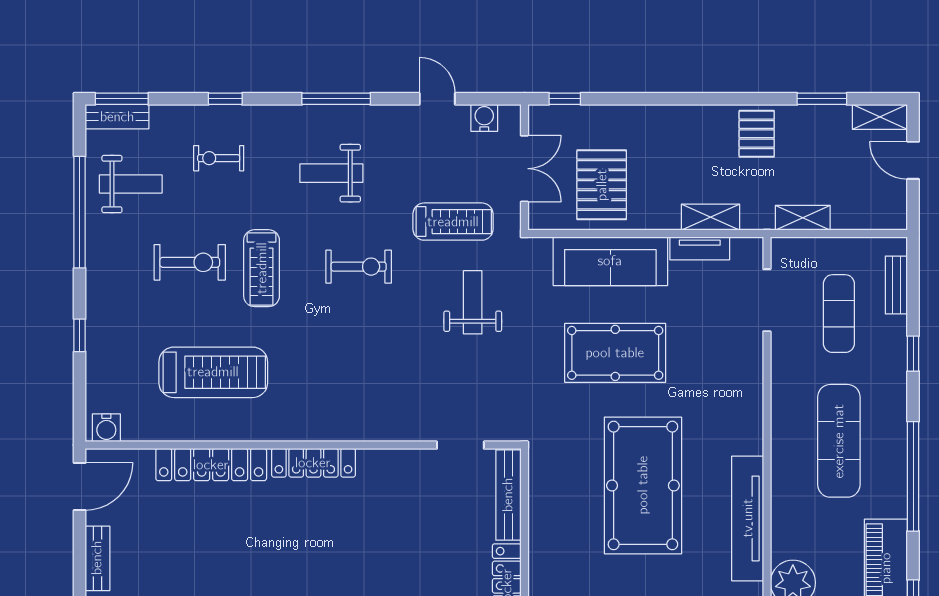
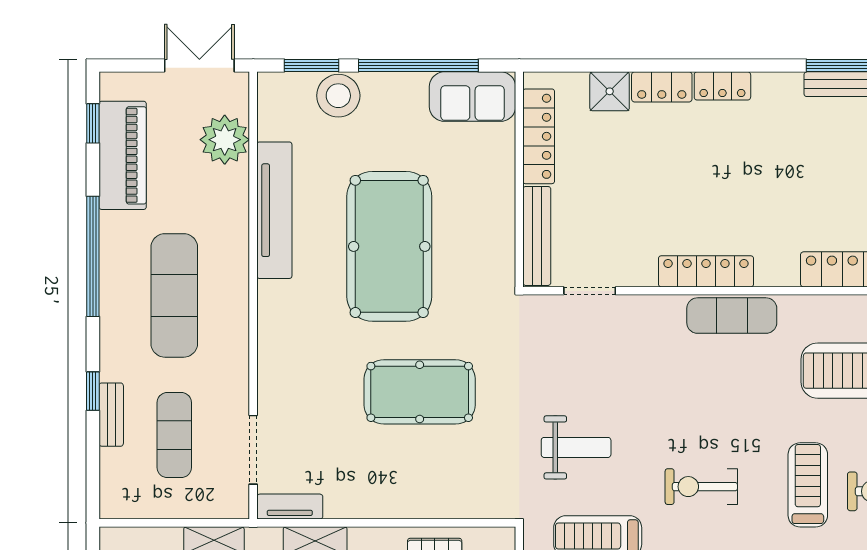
tv unit: (700, 248) -> (290, 507), moved
sofa: (610, 261) -> (425, 492), removed
bench: (896, 285) -> (111, 415), moved
weight bench: (473, 302) -> (576, 447), turned -90
exercise mat: (331, 422) -> (732, 316), added
locker: (313, 463) -> (706, 271), moved

